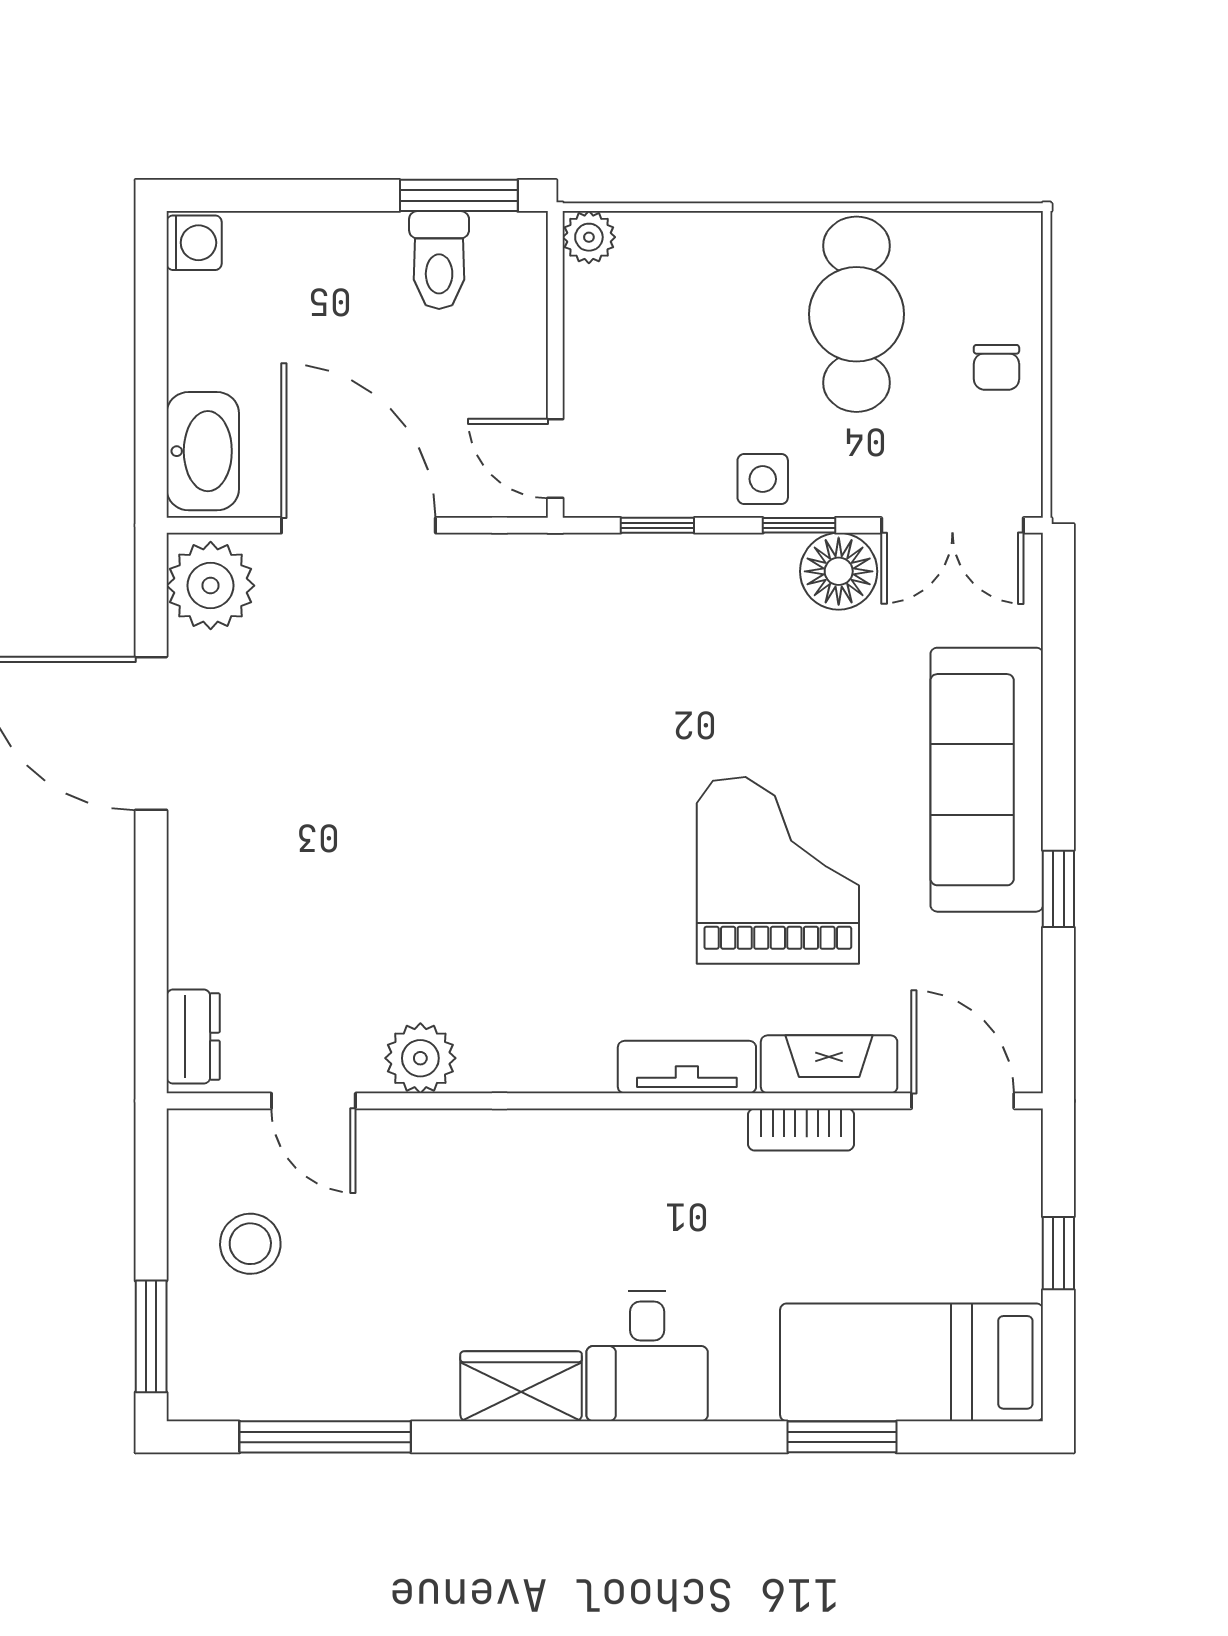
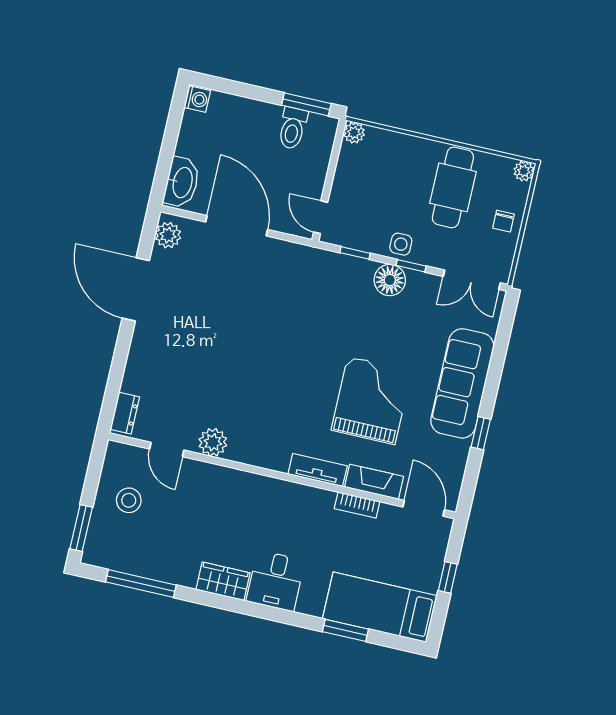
plant: (1018, 236) -> (524, 171), added
floor lamp: (839, 571) -> (390, 280), moved
plant: (211, 586) -> (168, 235), width x0.73, depth x0.73

